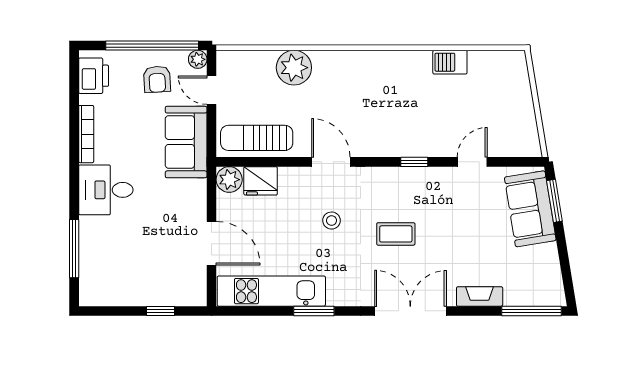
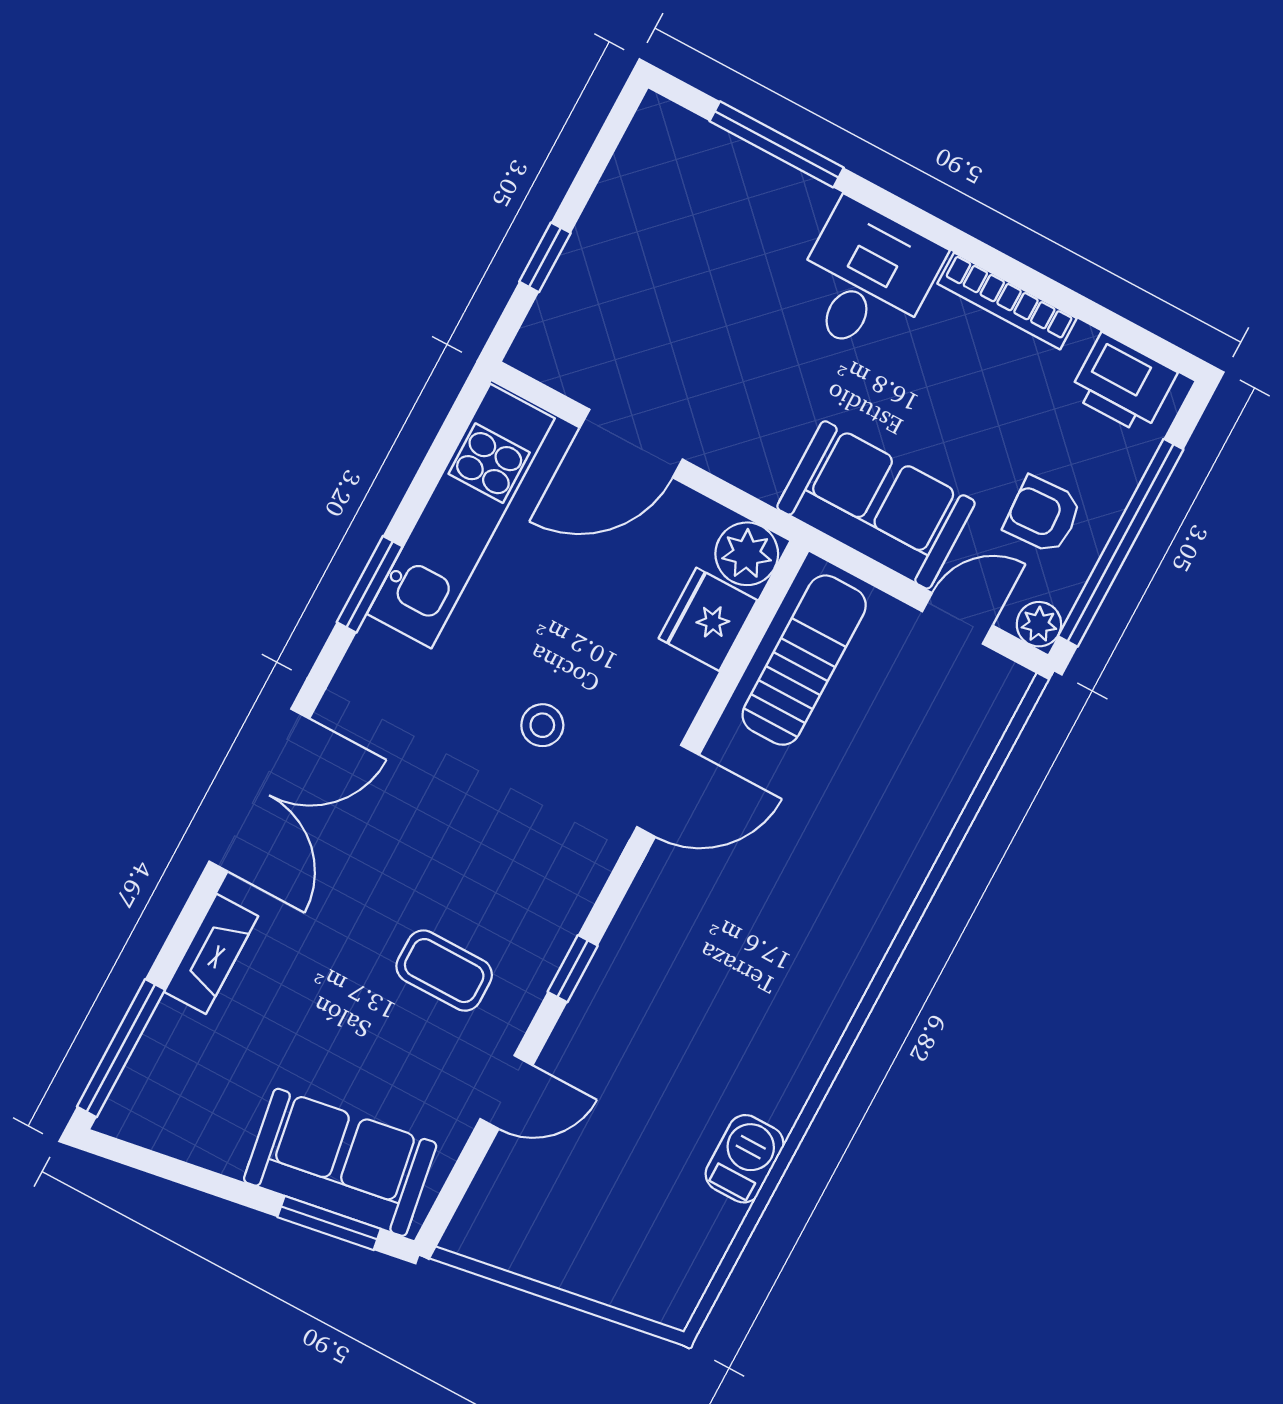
plant: (294, 68) -> (911, 820), removed
door: (472, 162) -> (506, 1092), hinge flipped
coffee table: (396, 234) -> (444, 971), moved, turned 90

